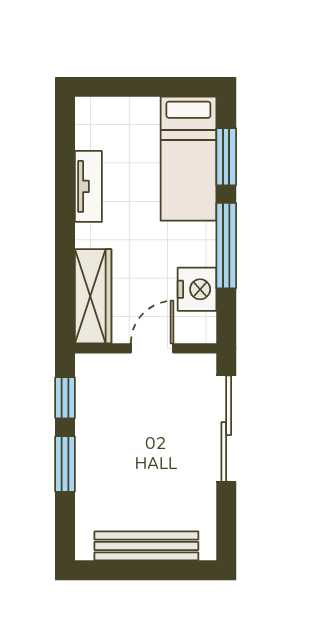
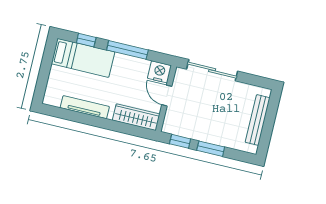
window: (226, 157) -> (86, 40), width x0.67
tv unit: (88, 186) -> (85, 107), width x1.41
nightstand: (197, 289) -> (159, 72), moved

